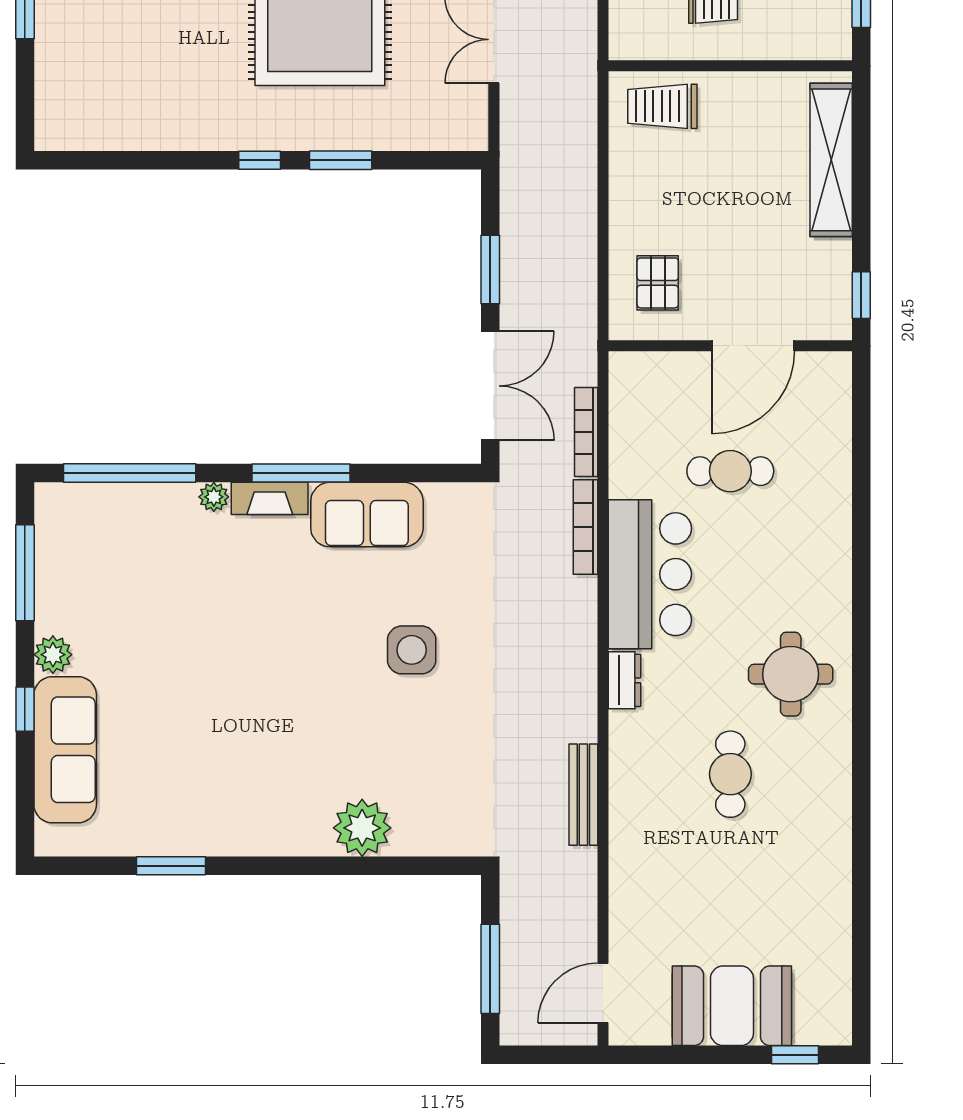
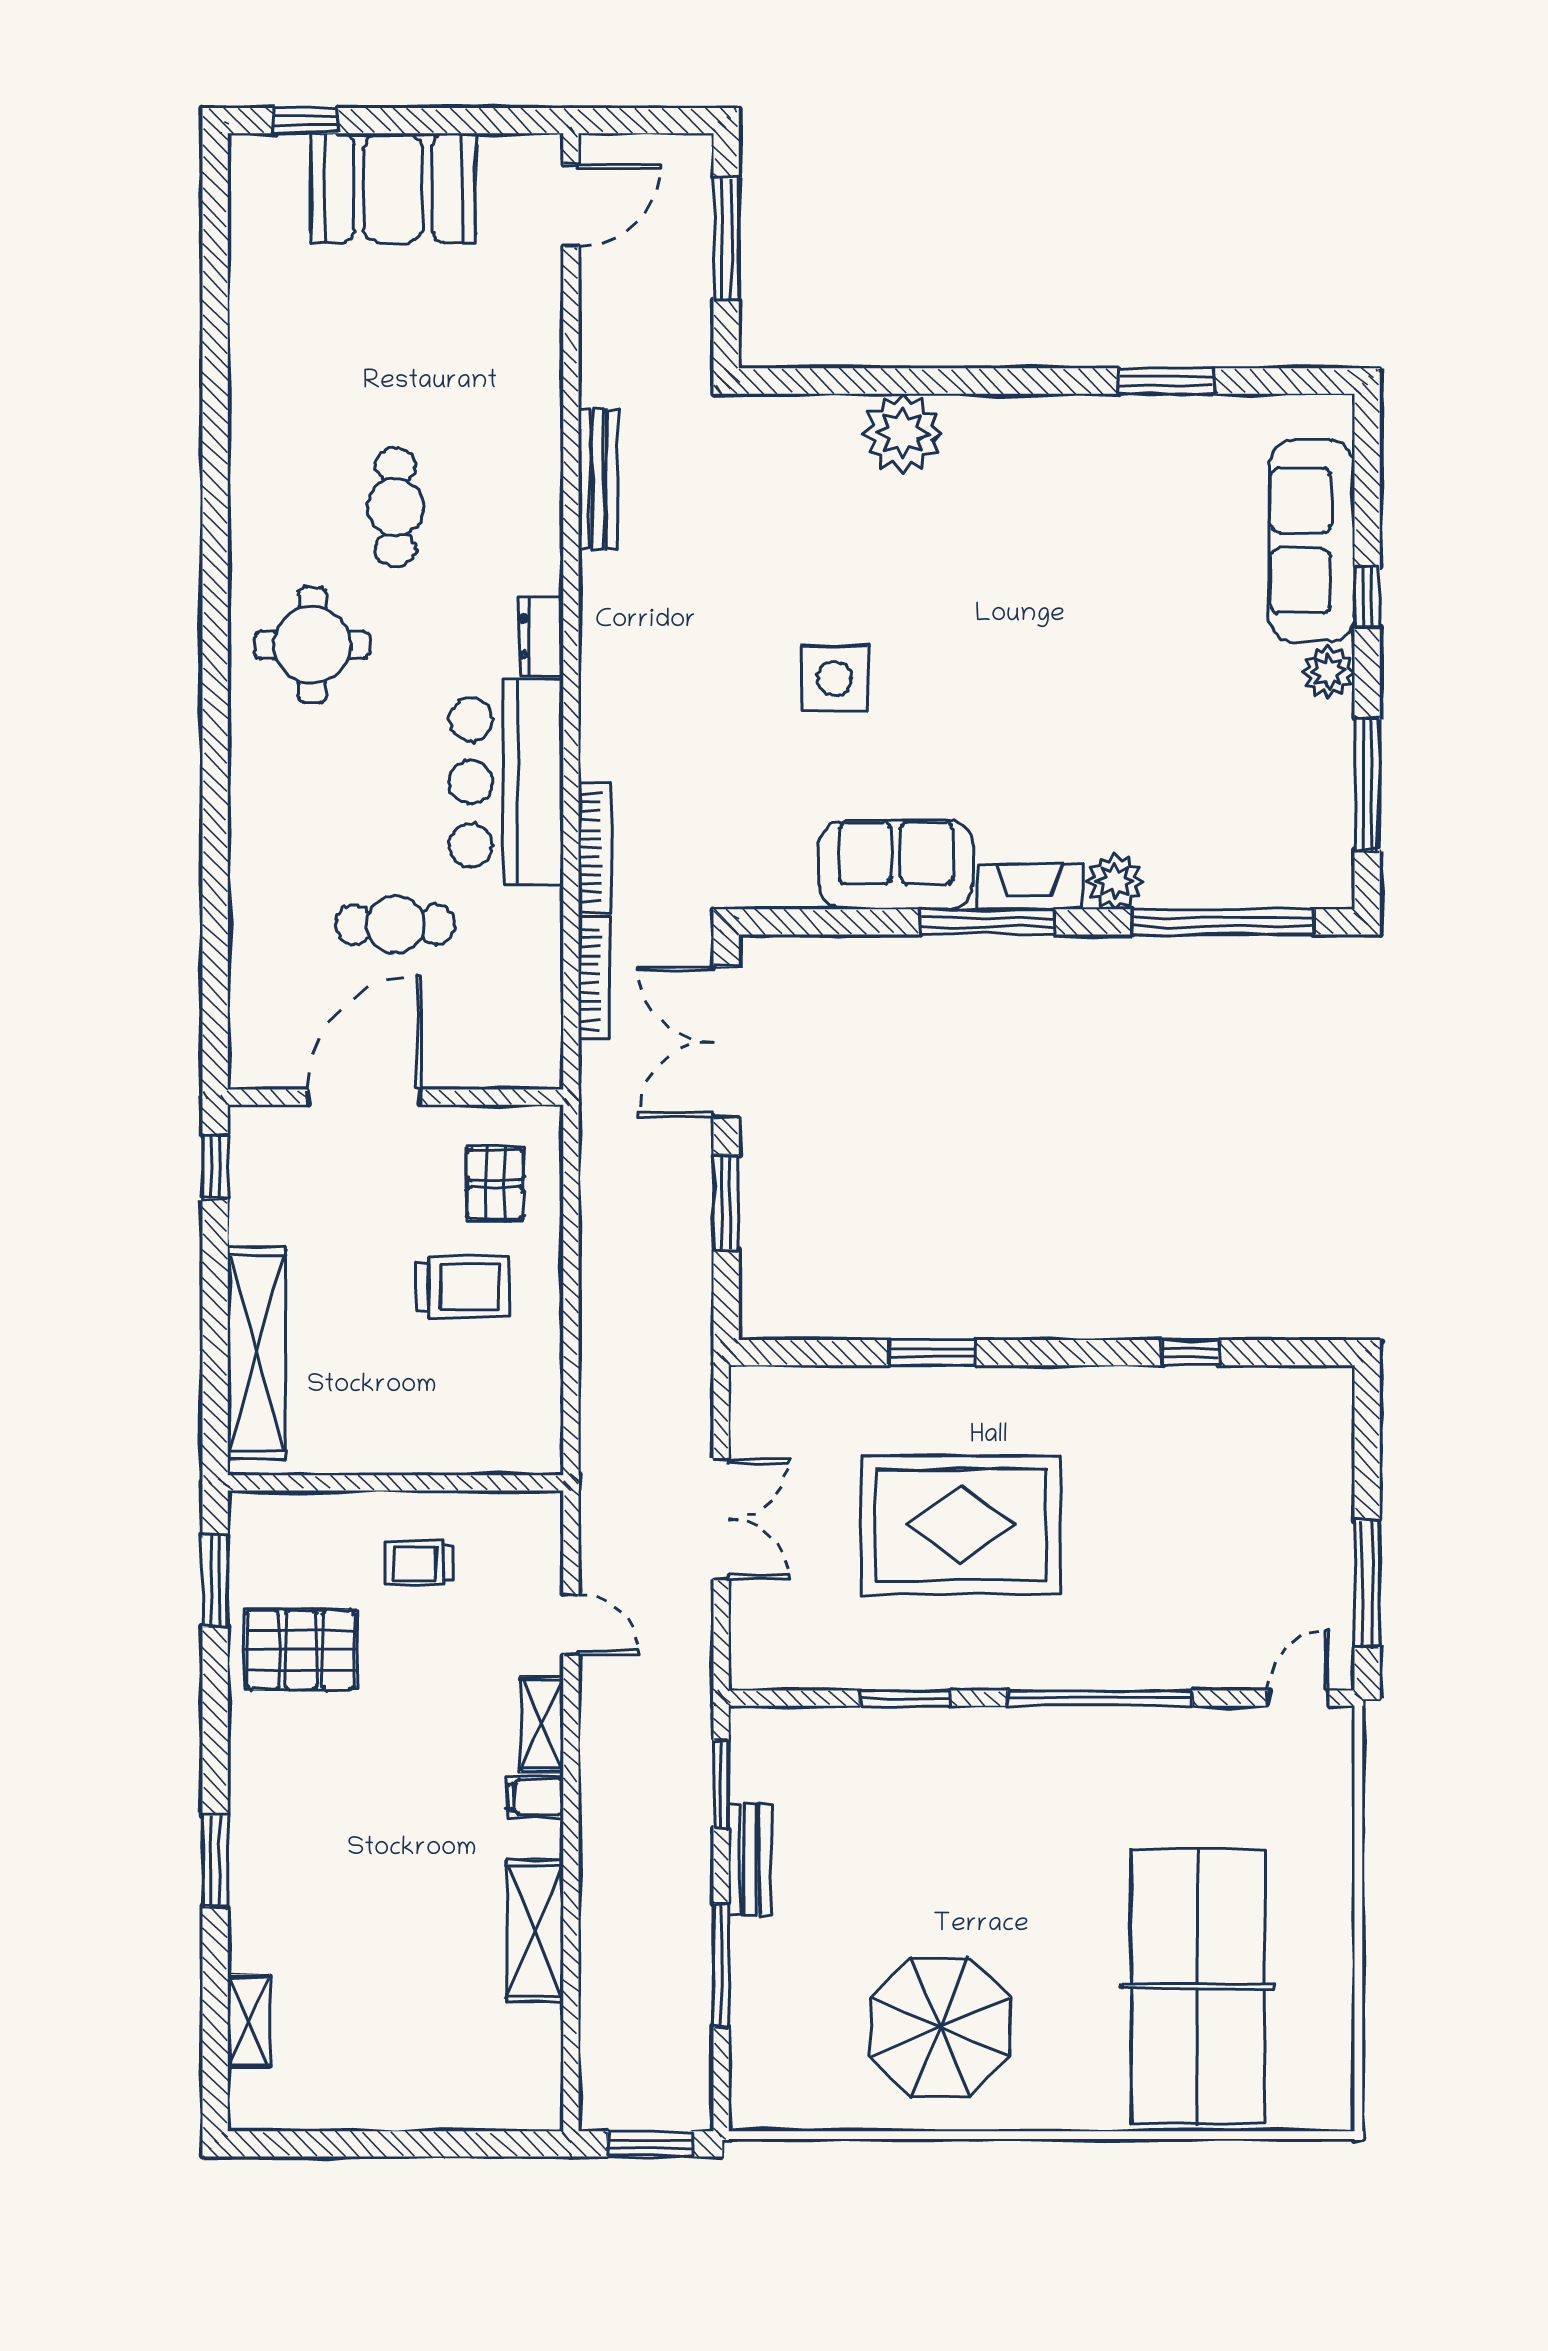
trolley: (662, 106) -> (463, 1287), moved
window: (260, 160) -> (1190, 1353), moved
plant: (214, 497) -> (1115, 881), width x1.38, depth x1.38

